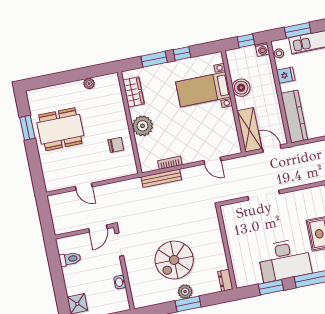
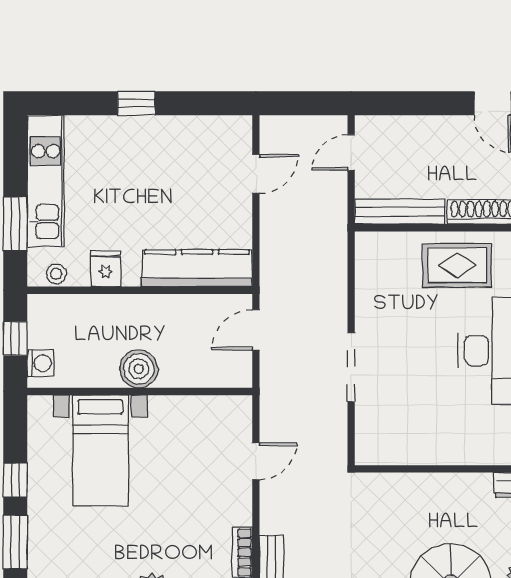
washing machine: (262, 49) -> (41, 363), moved
boiler: (241, 88) -> (139, 369), moved
shelving: (249, 130) -> (206, 369), removed

